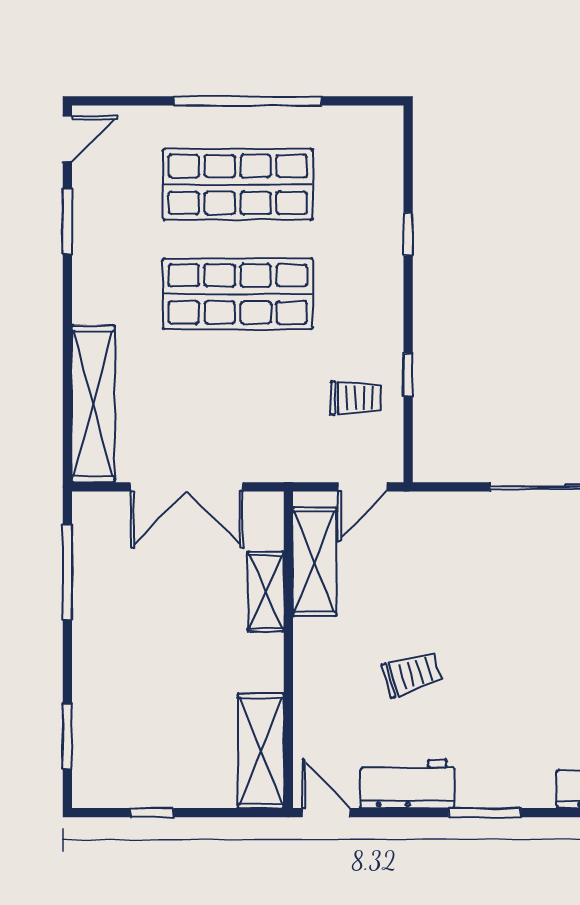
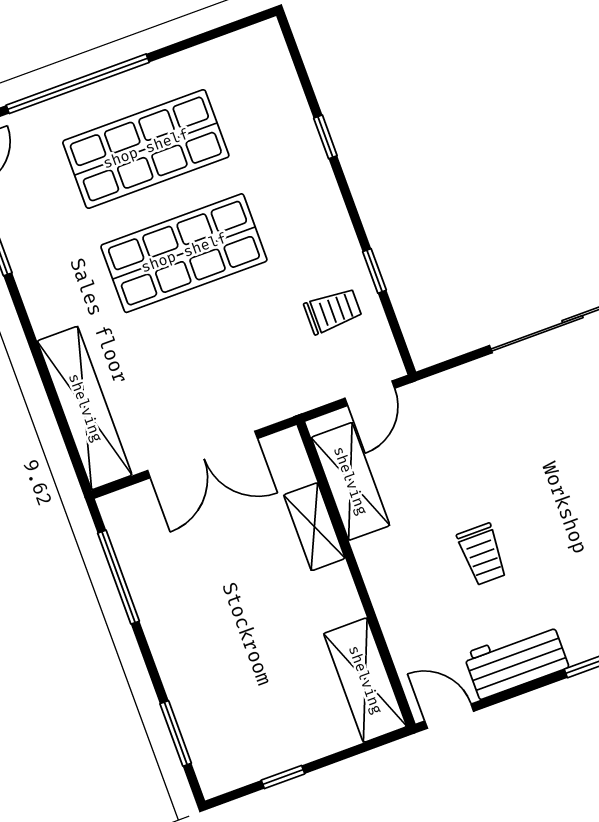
window: (247, 101) -> (78, 84), moved
trolley: (412, 674) -> (482, 554), turned 106

